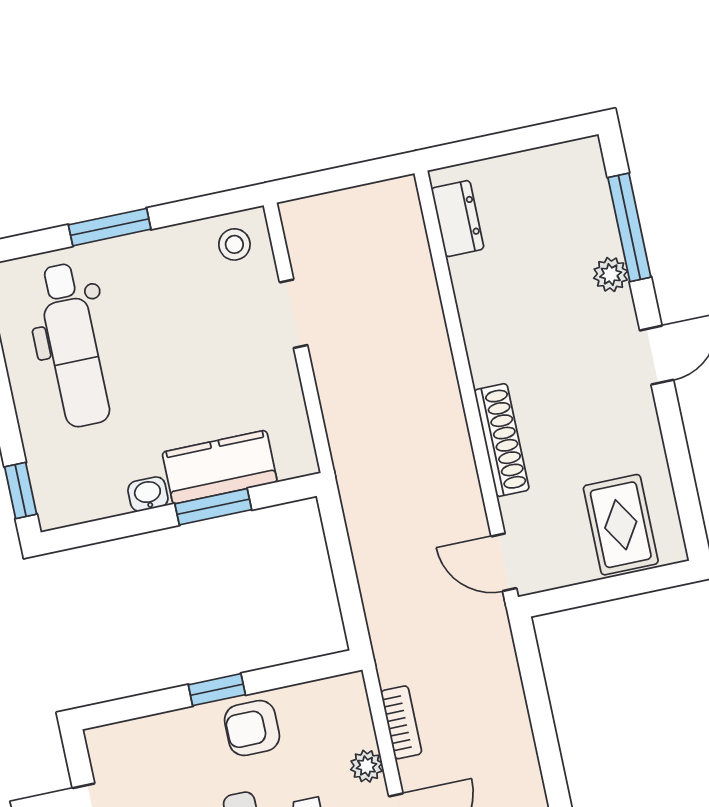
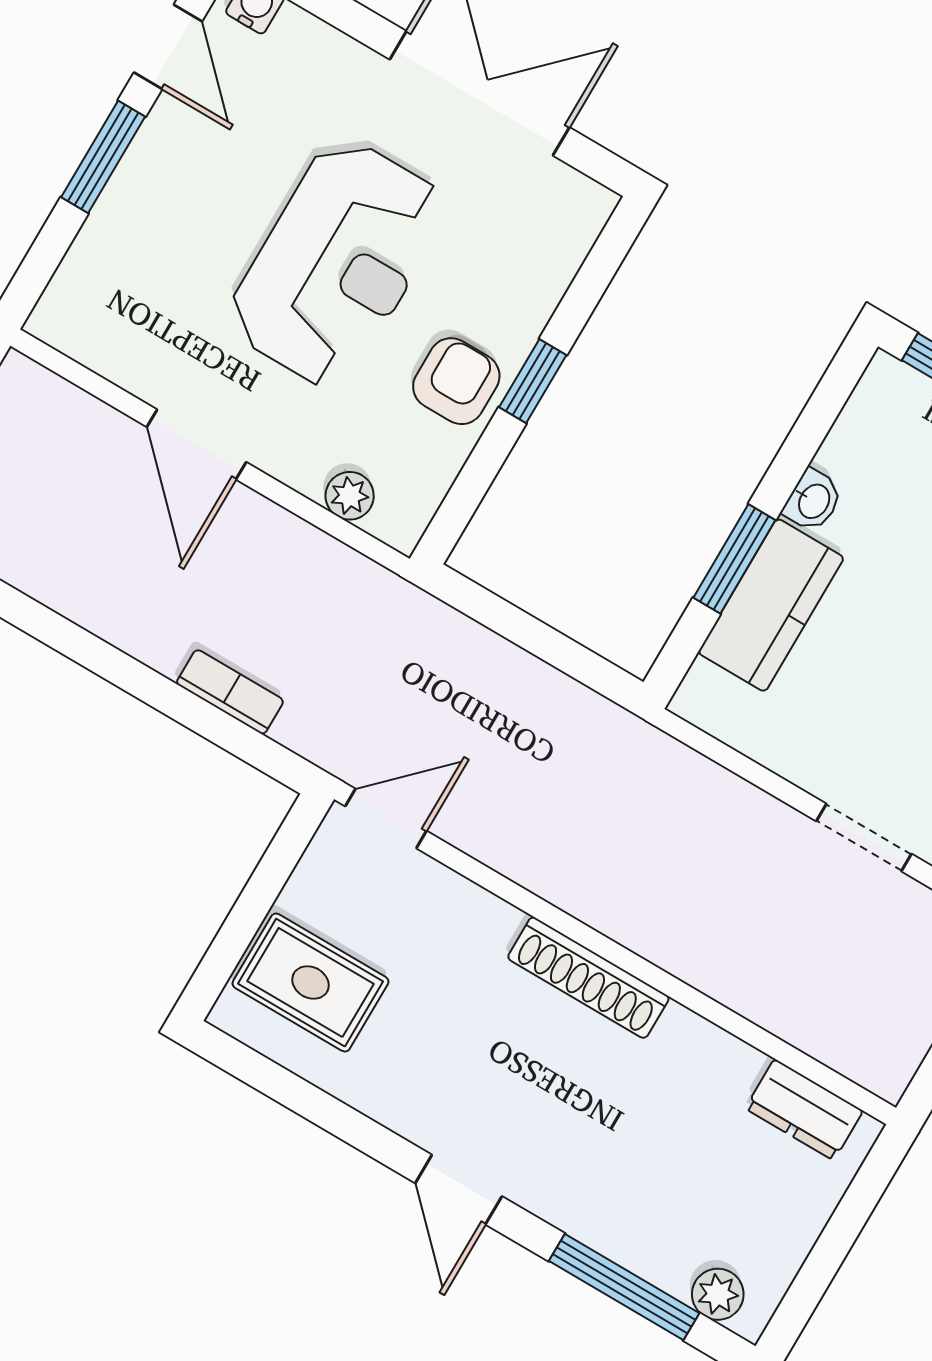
plant: (611, 274) -> (718, 1294), moved
shoe rack: (502, 440) -> (588, 978), moved
bookcase: (401, 722) -> (230, 692), moved, turned 180
plant: (366, 766) -> (350, 496), moved

